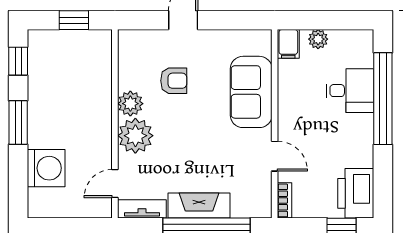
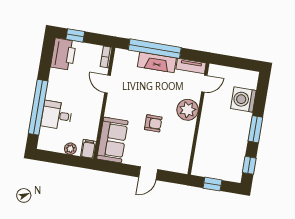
armchair: (174, 81) -> (153, 123), moved, turned 180
sofa: (251, 92) -> (112, 140), moved
plant: (130, 104) -> (187, 129), removed

